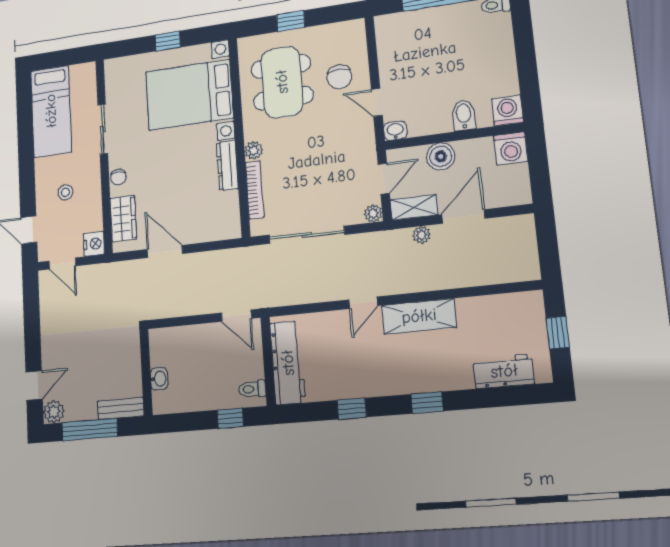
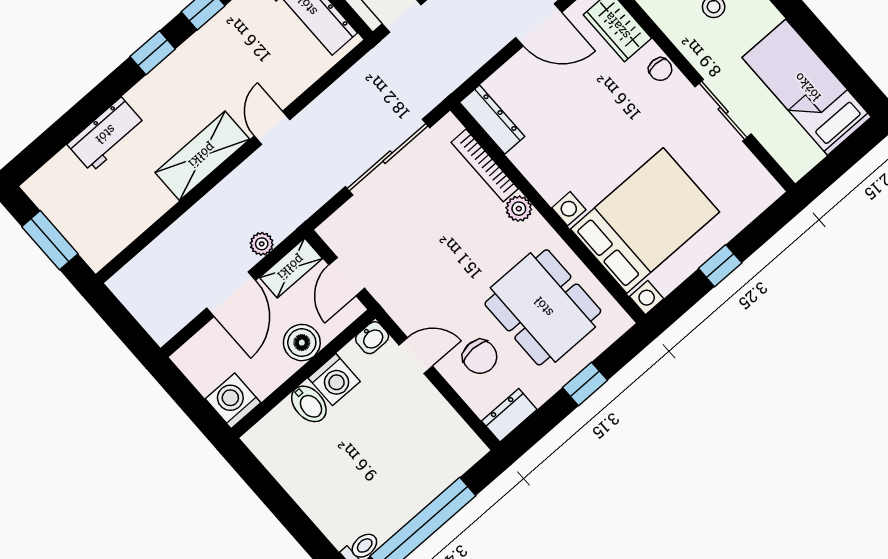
dresser: (347, 30) -> (509, 415), added
chair: (339, 77) -> (480, 357), turned 180
washing machine: (507, 111) -> (334, 380), moved
dresser: (227, 165) -> (492, 119), moved
chair: (118, 177) -> (660, 69), turned 180
plant: (373, 213) -> (331, 231), removed
window: (558, 333) -> (50, 240), width x1.50
workbench: (504, 371) -> (106, 135), moved
window: (427, 403) -> (153, 53), moved

